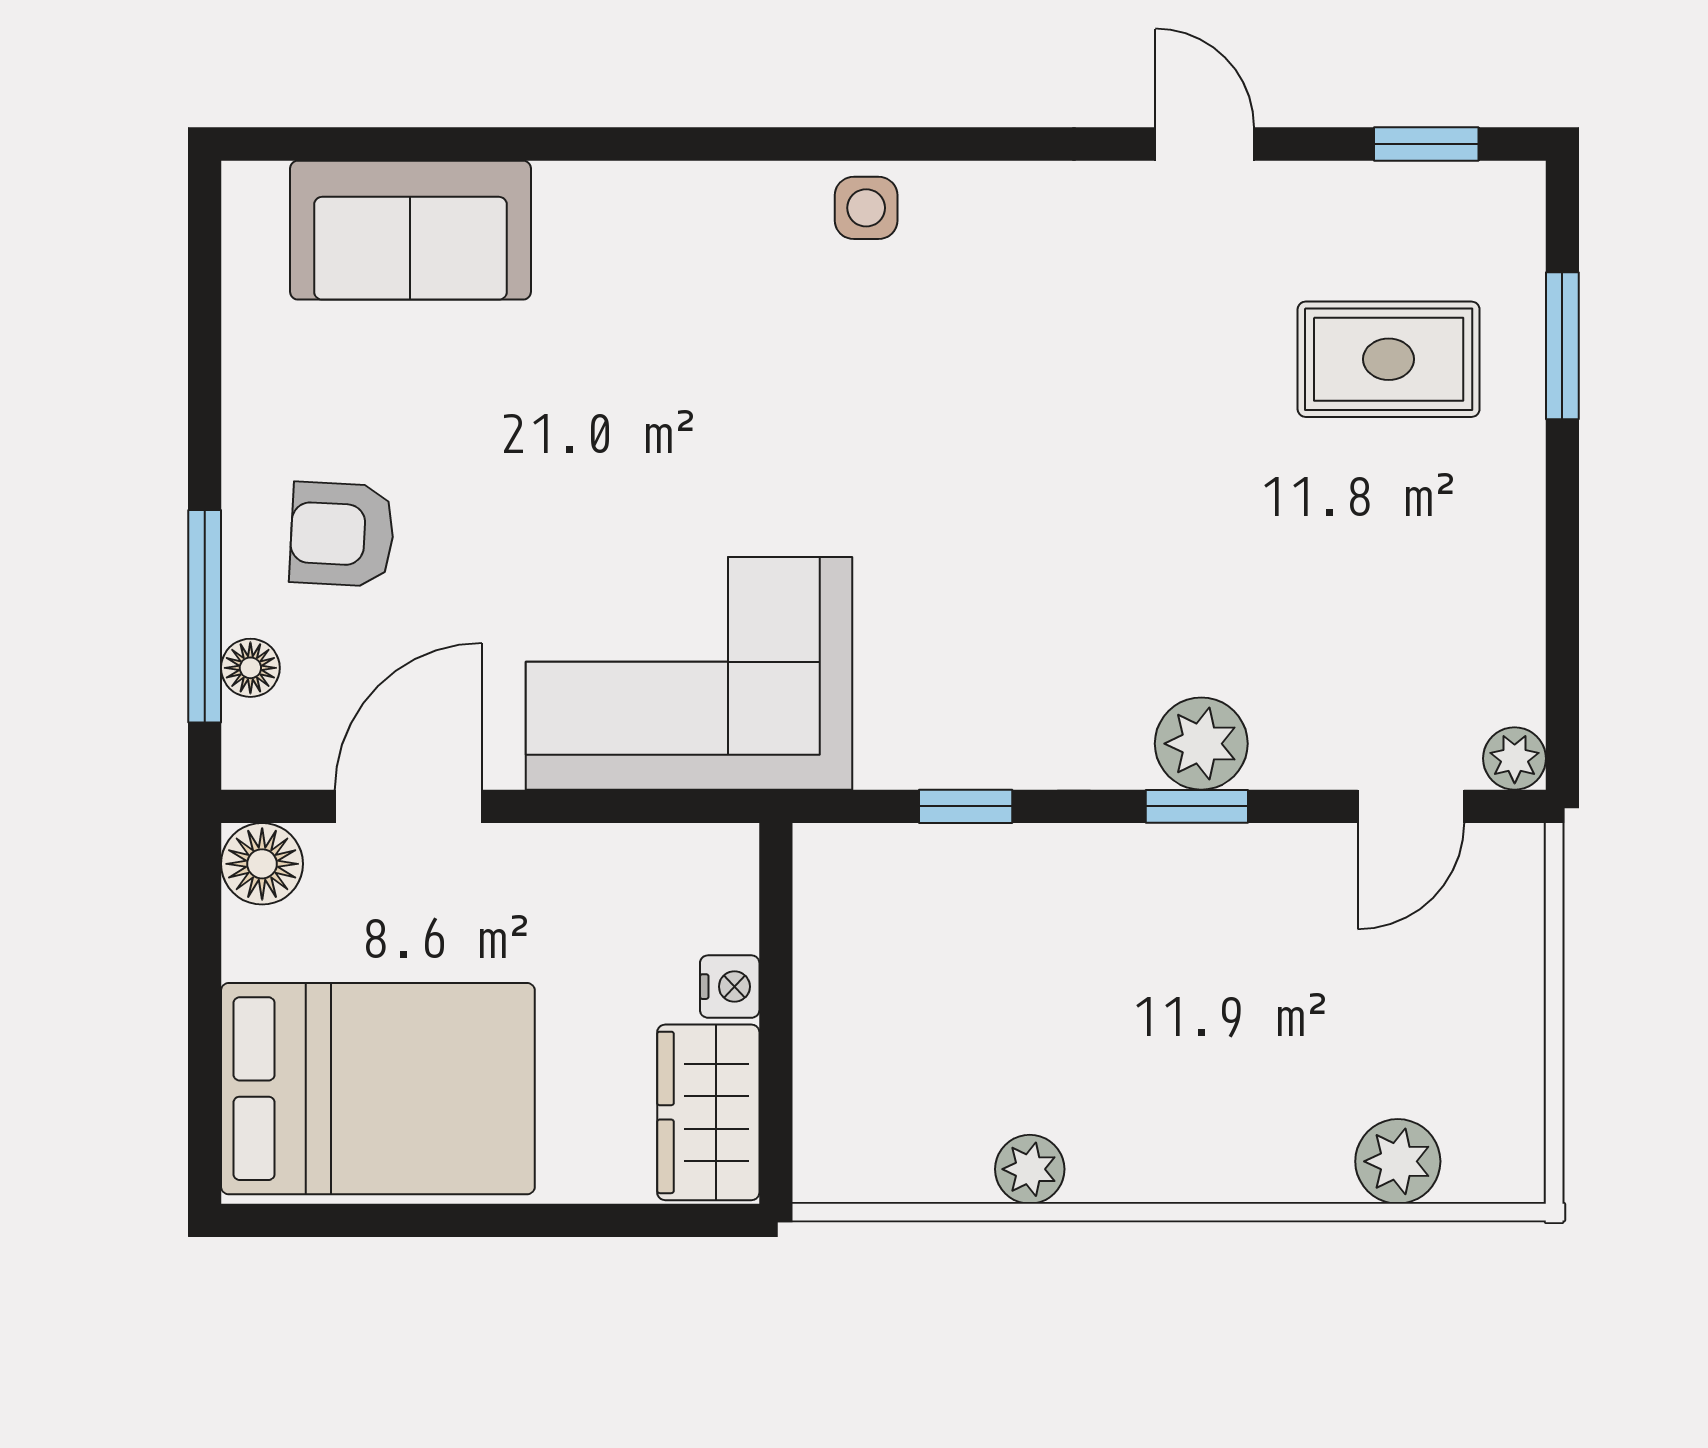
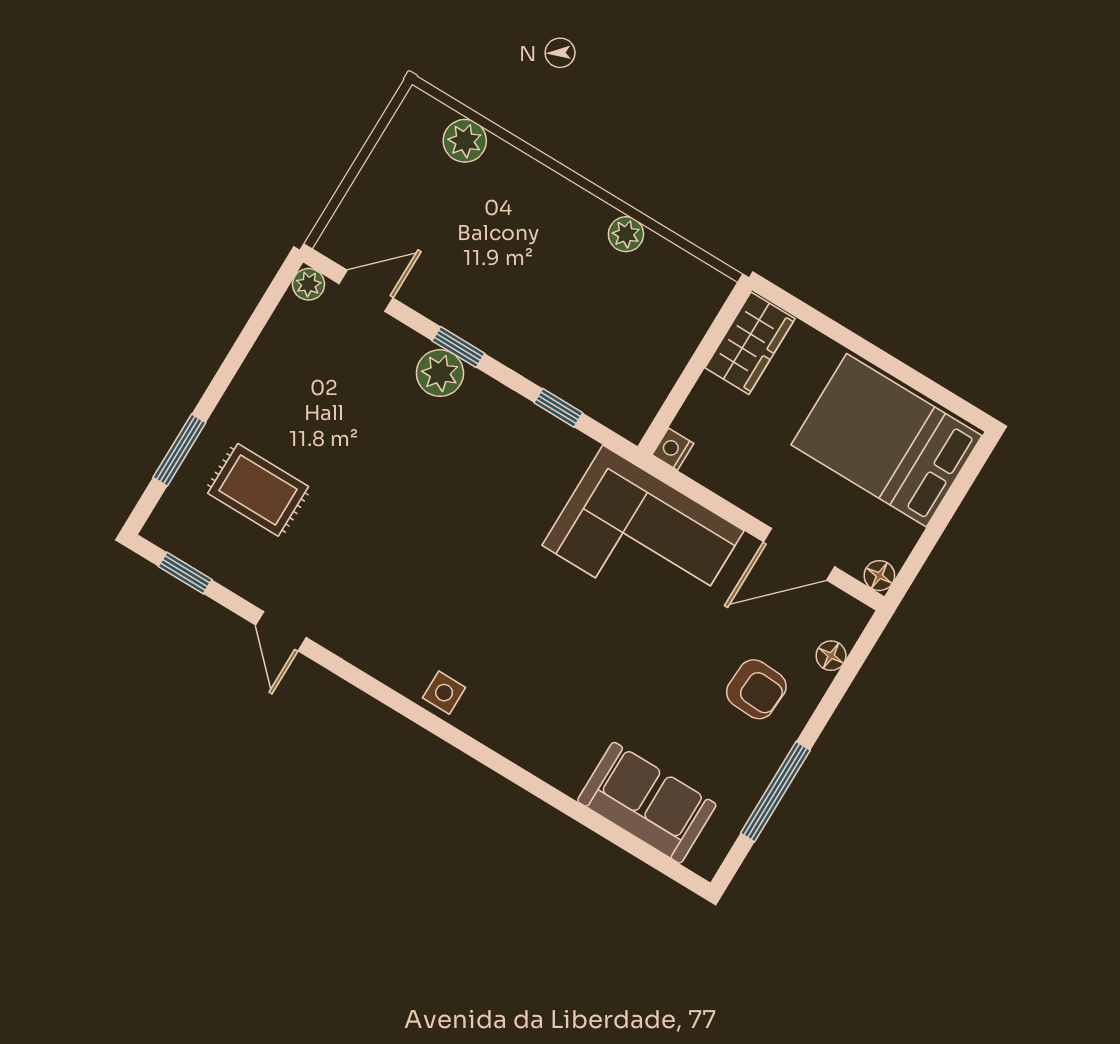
window: (205, 616) -> (775, 792), moved
floor lamp: (262, 864) -> (879, 576), width x0.73, depth x0.73
nightstand: (730, 987) -> (673, 449), moved

